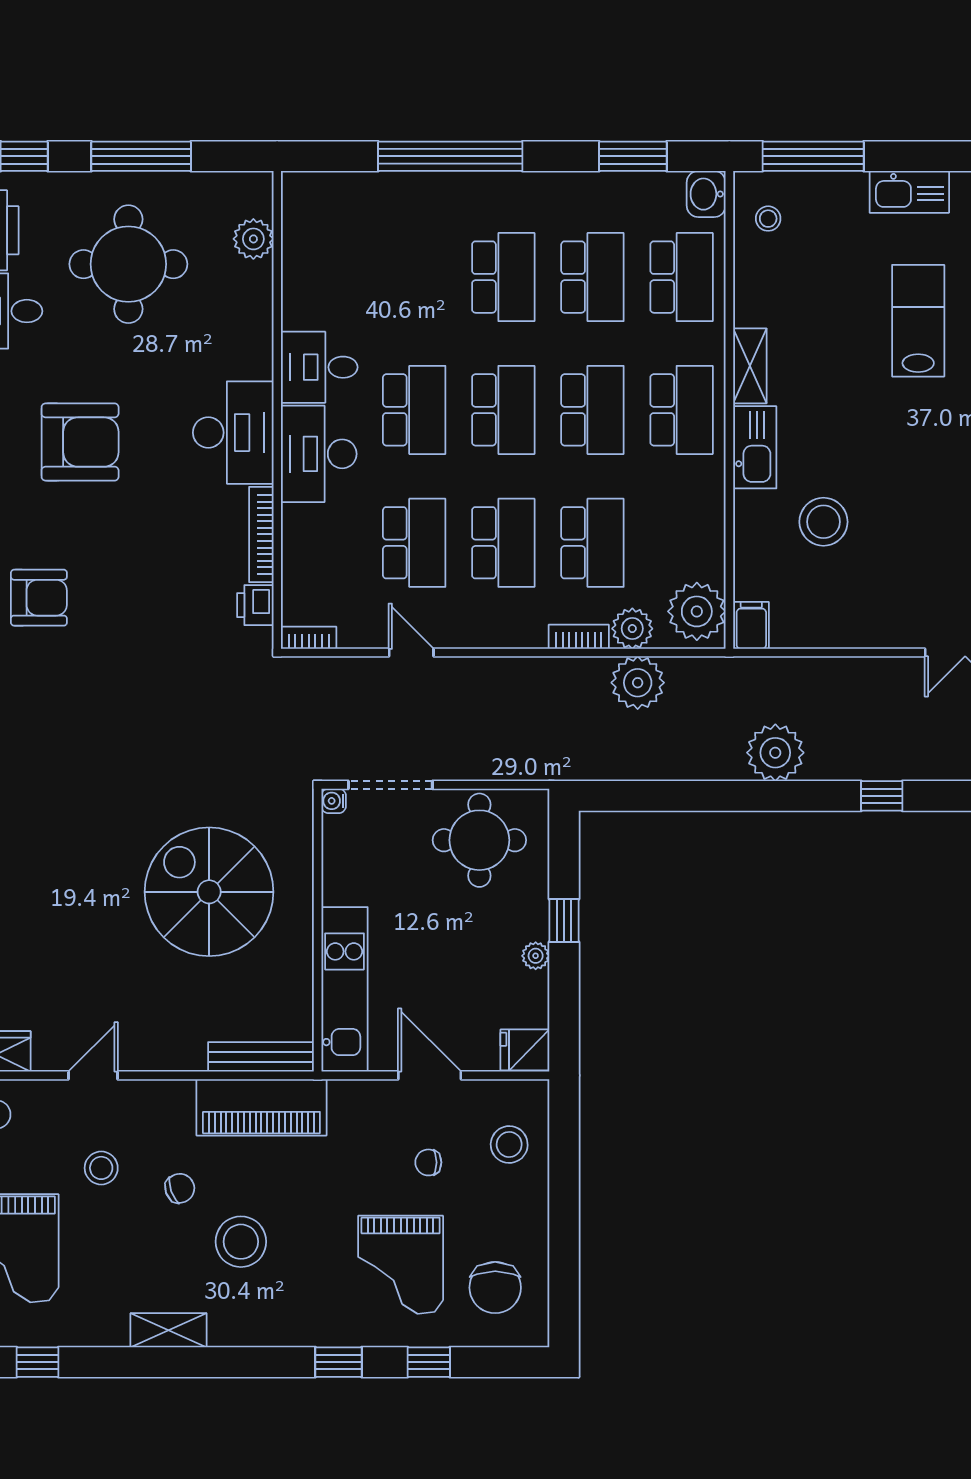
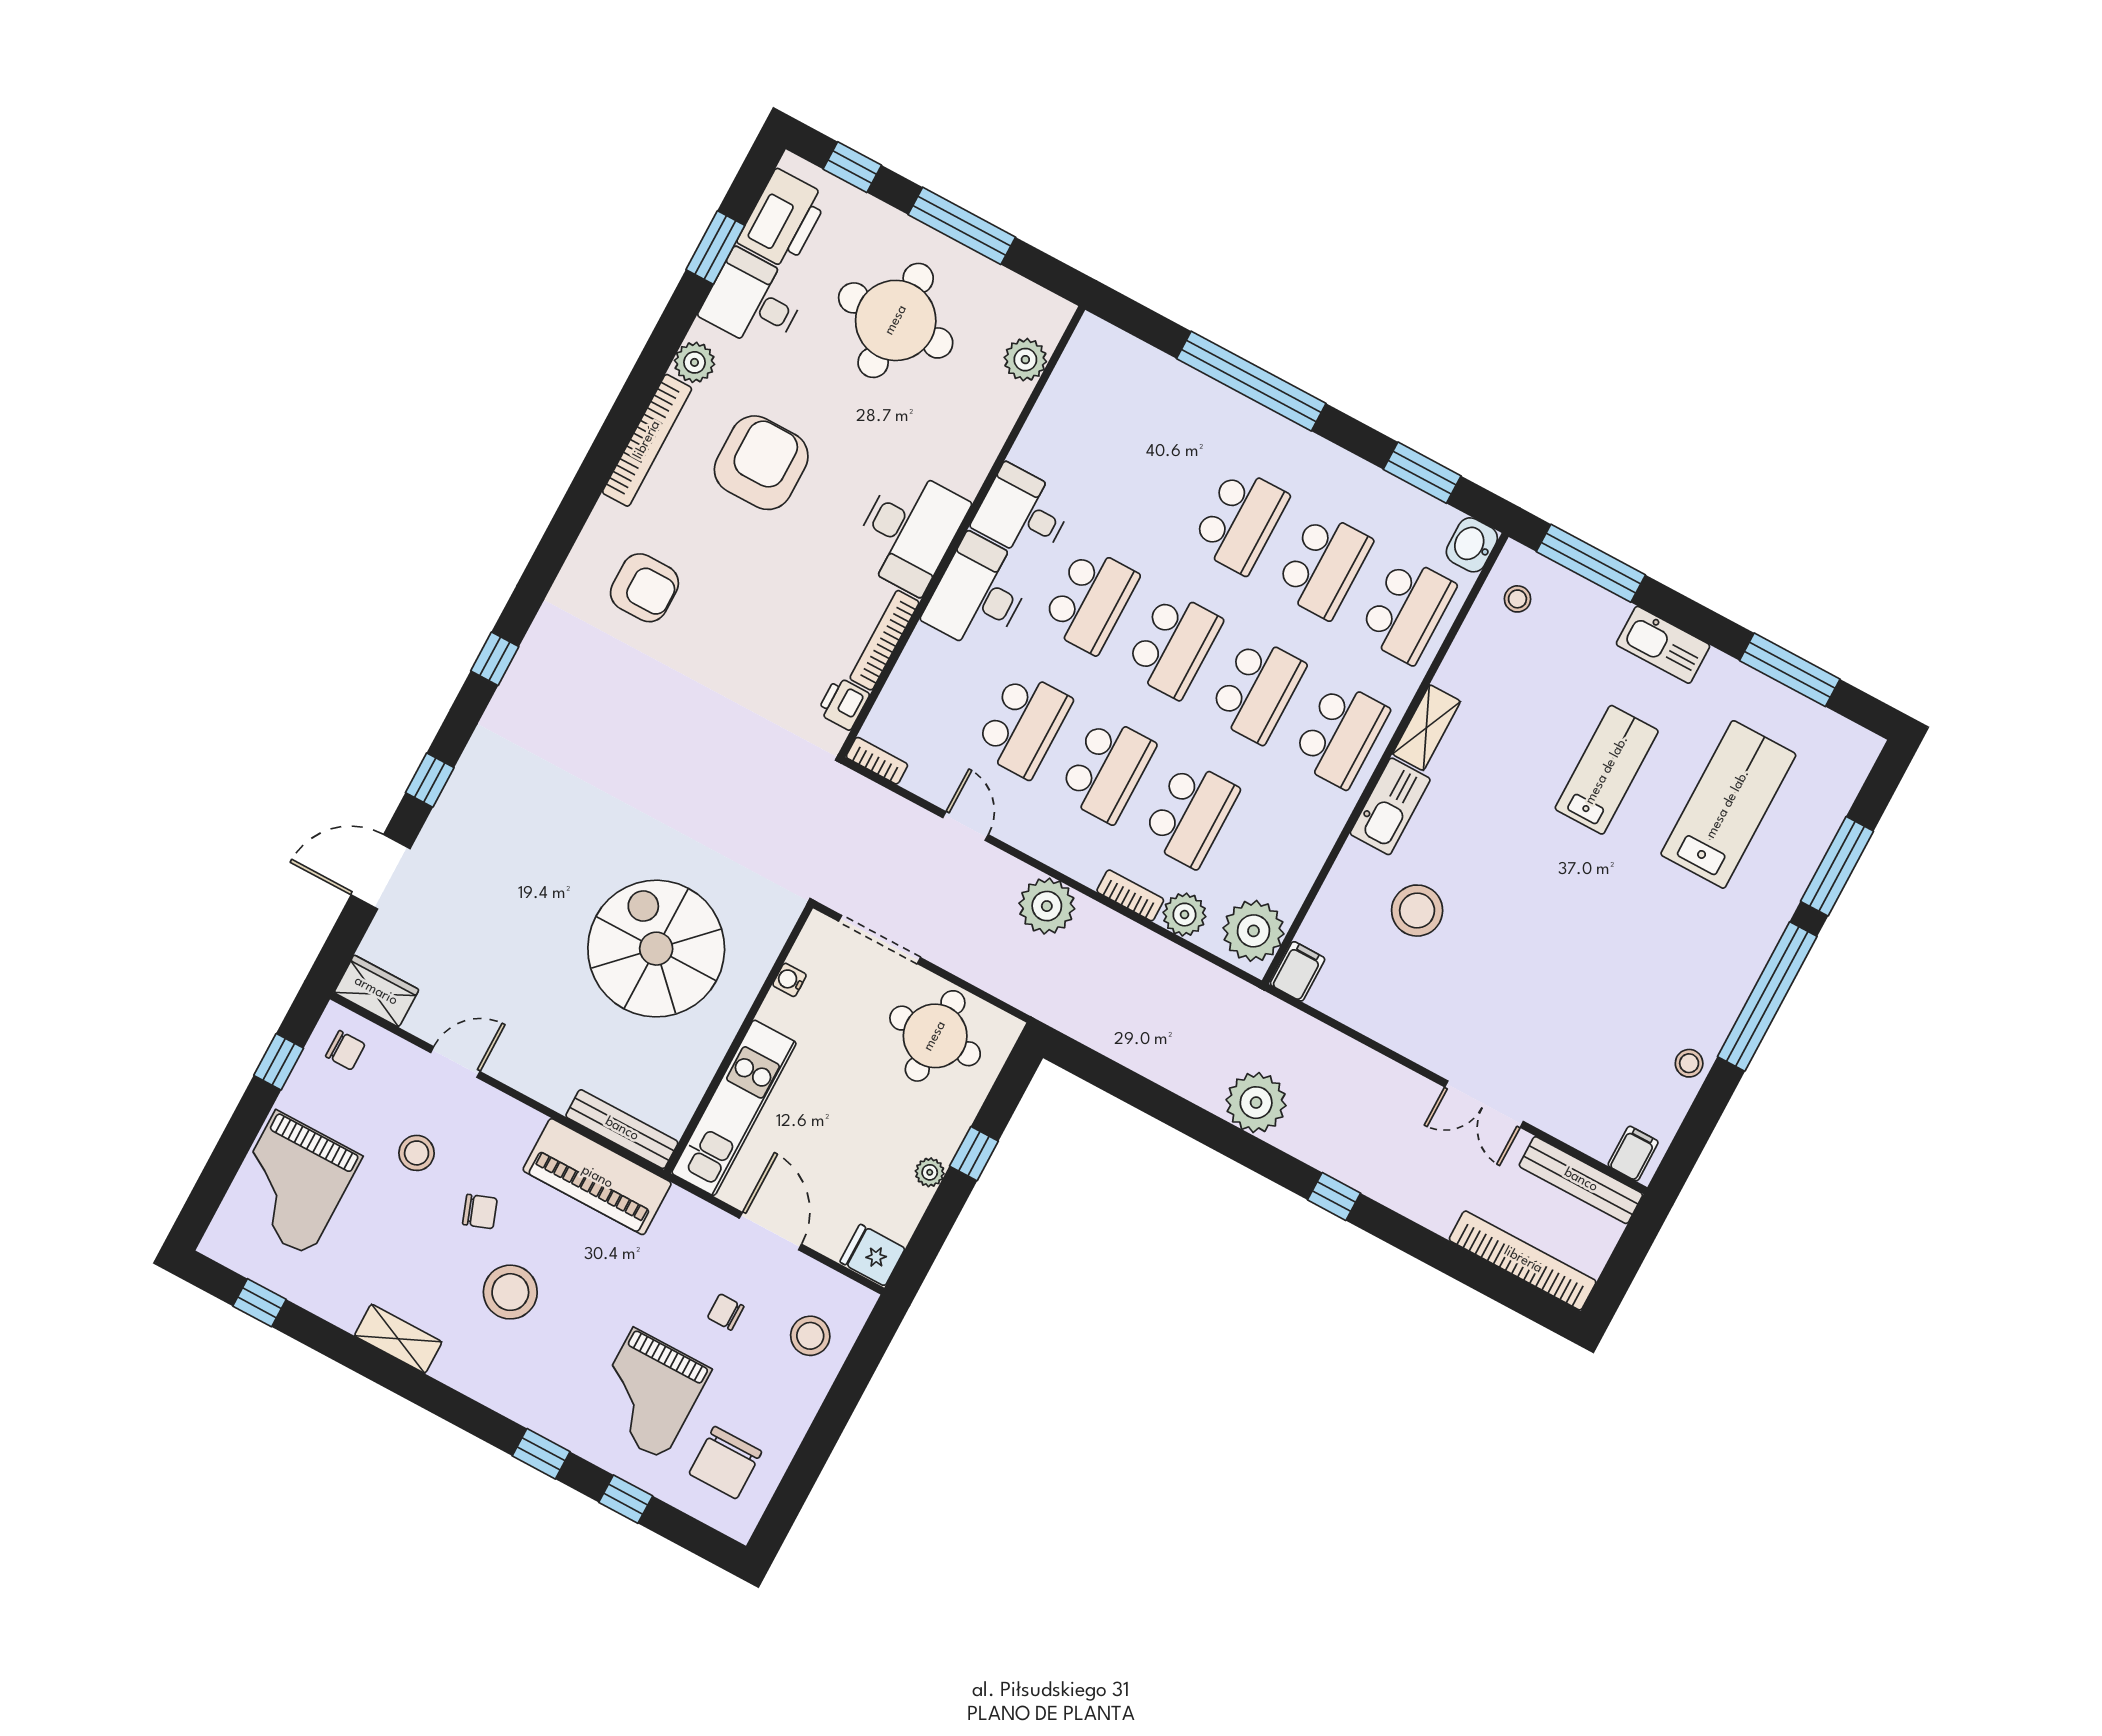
armchair: (80, 442) -> (761, 463), turned -90
plant: (638, 683) -> (1047, 906), moved
water cooler: (334, 801) -> (789, 980), moved

